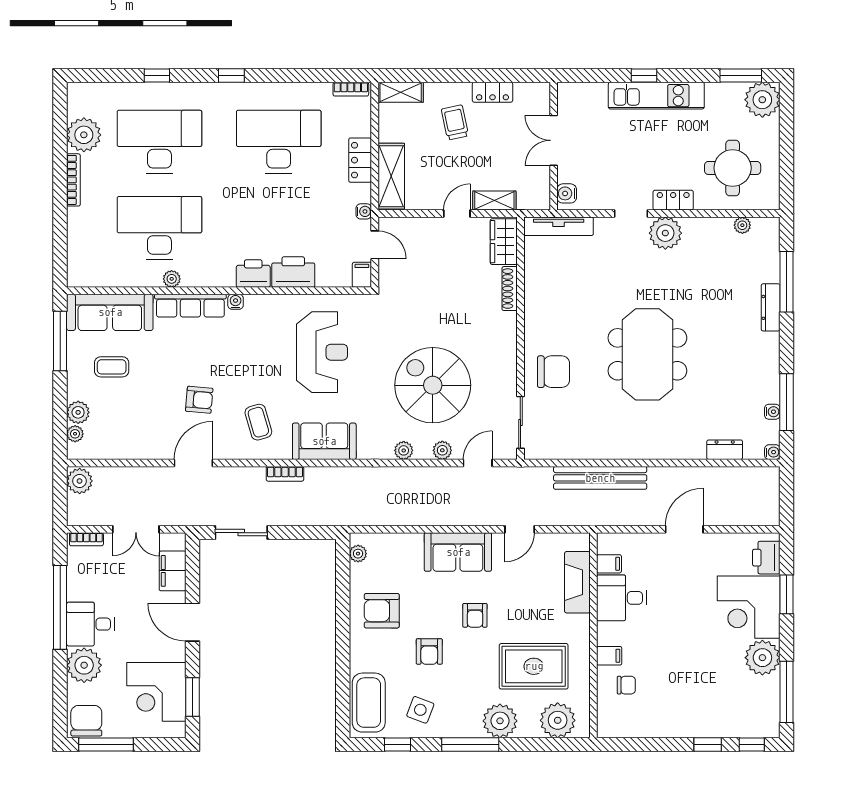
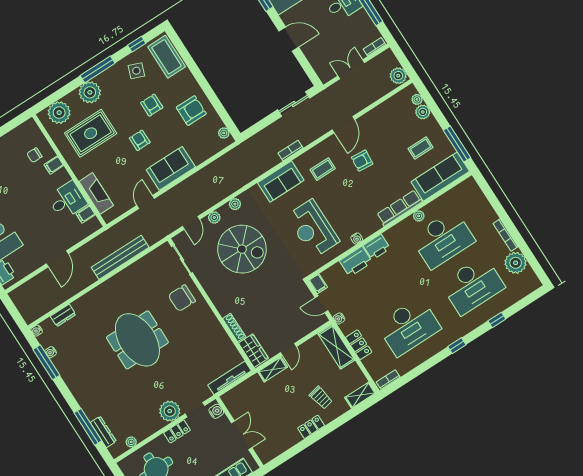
double door: (554, 140) -> (242, 435), moved
wall: (554, 146) -> (240, 432), moved
water cooler: (567, 193) -> (216, 411), moved
water cooler: (236, 302) -> (357, 238), moved
dresser: (771, 307) -> (103, 432), moved
coffee table: (258, 422) -> (323, 169), turned -74
filing cabinet: (173, 571) -> (317, 60), removed

